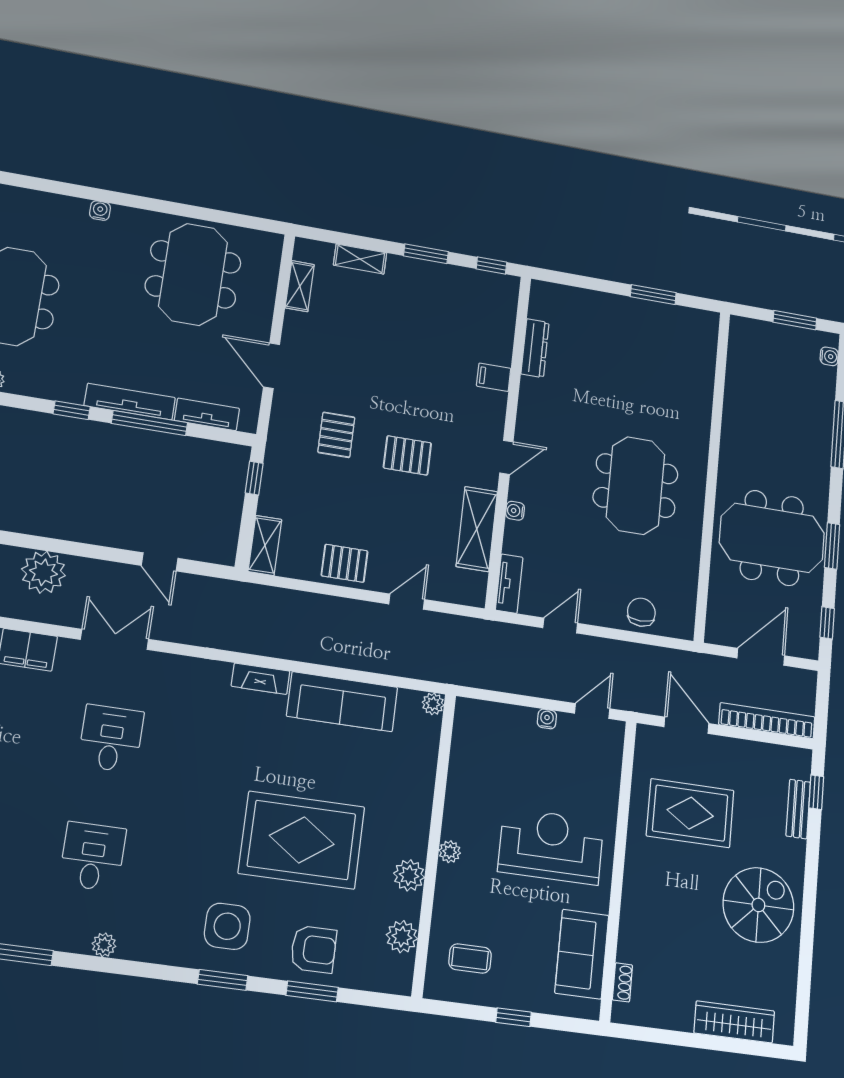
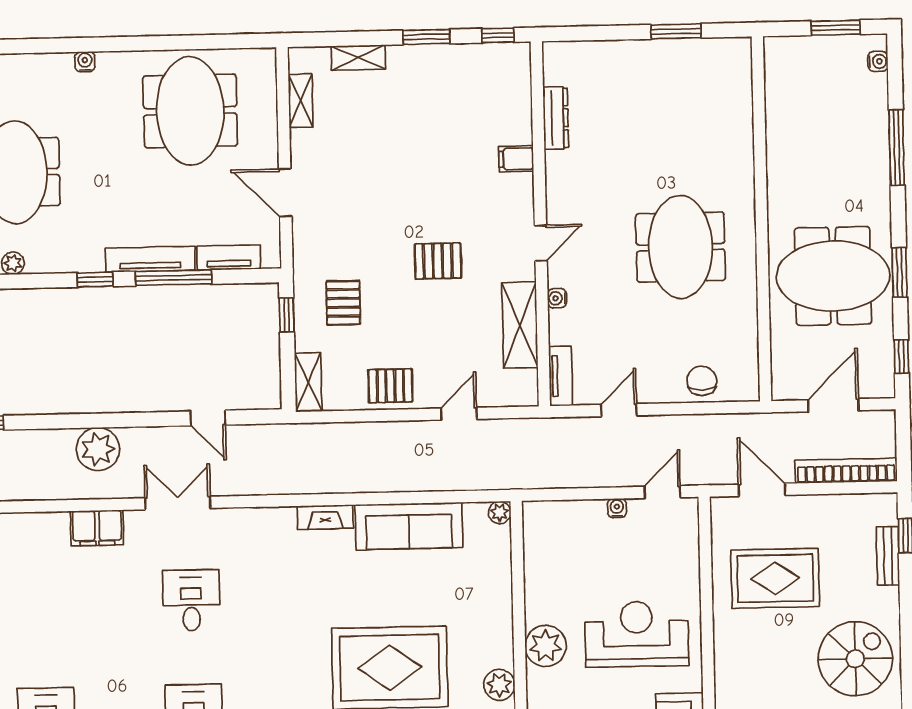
pallet: (336, 435) -> (343, 303), moved
plant: (450, 852) -> (546, 646), width x1.88, depth x1.88

